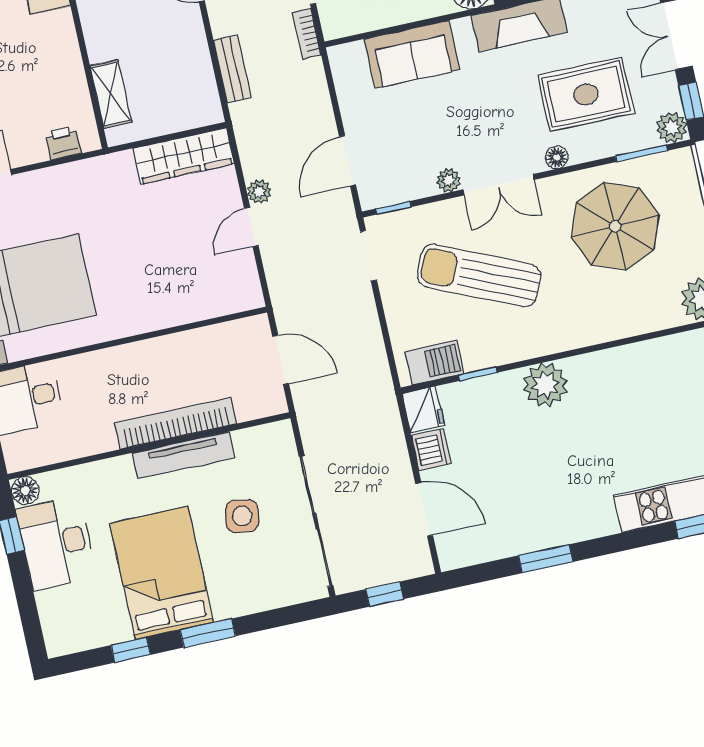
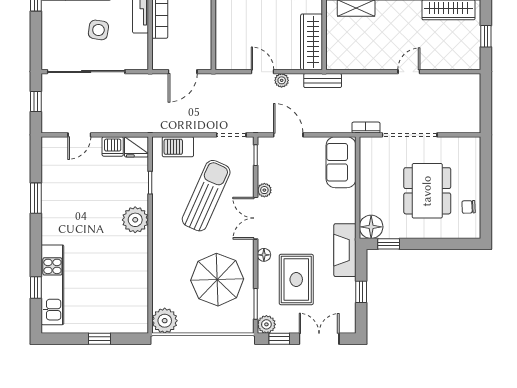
sofa: (412, 54) -> (341, 162), moved
bench: (232, 69) -> (323, 81), moved
barbecue: (435, 362) -> (178, 147), moved, turned 90
door: (424, 509) -> (79, 135), width x0.73

